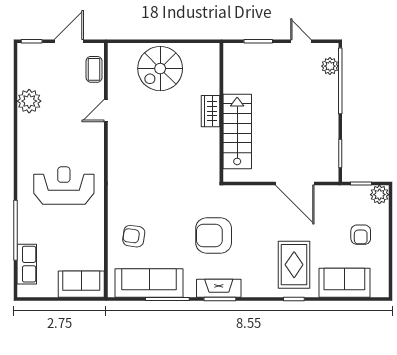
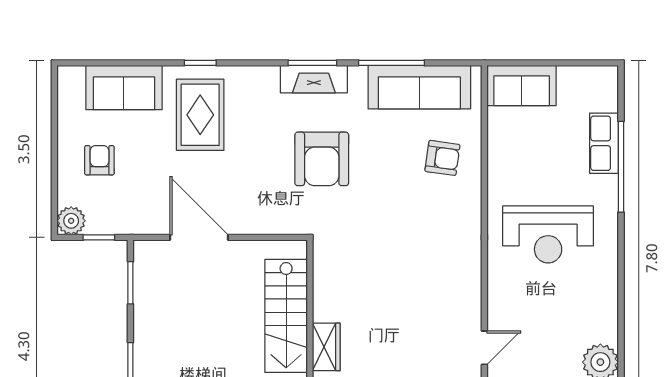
armchair: (214, 235) -> (322, 159), turned 90
row of seats: (27, 264) -> (604, 143), moved

